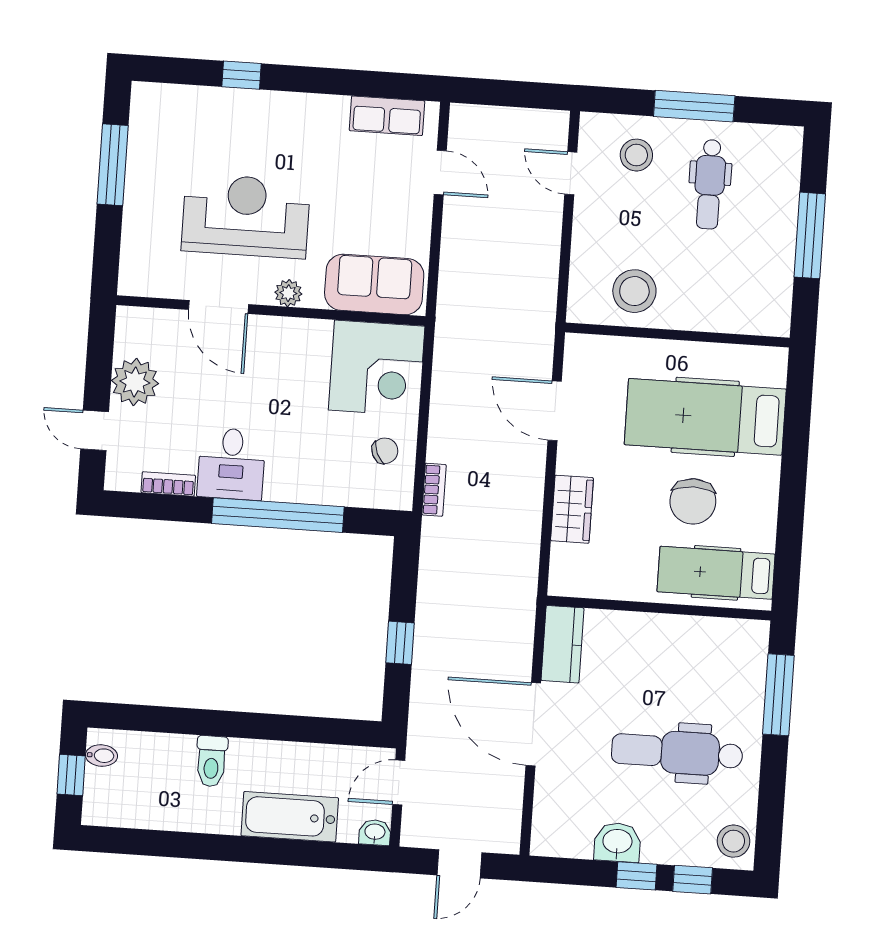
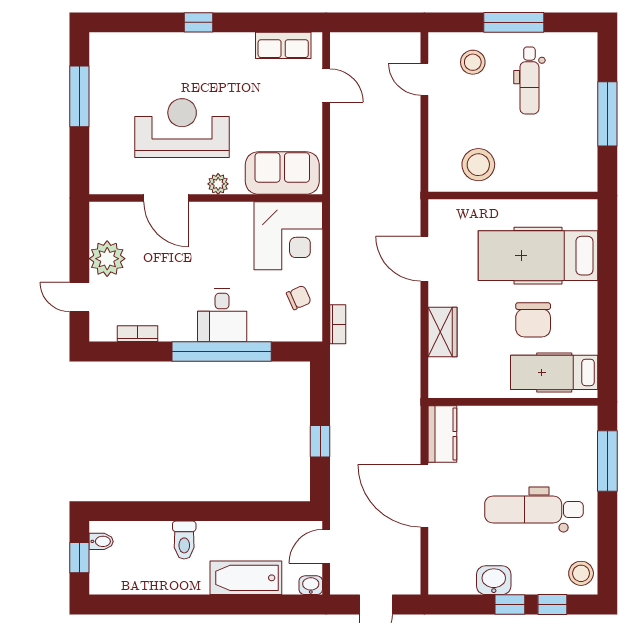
window: (241, 75) -> (198, 22), moved
desk: (231, 464) -> (222, 315), moved

